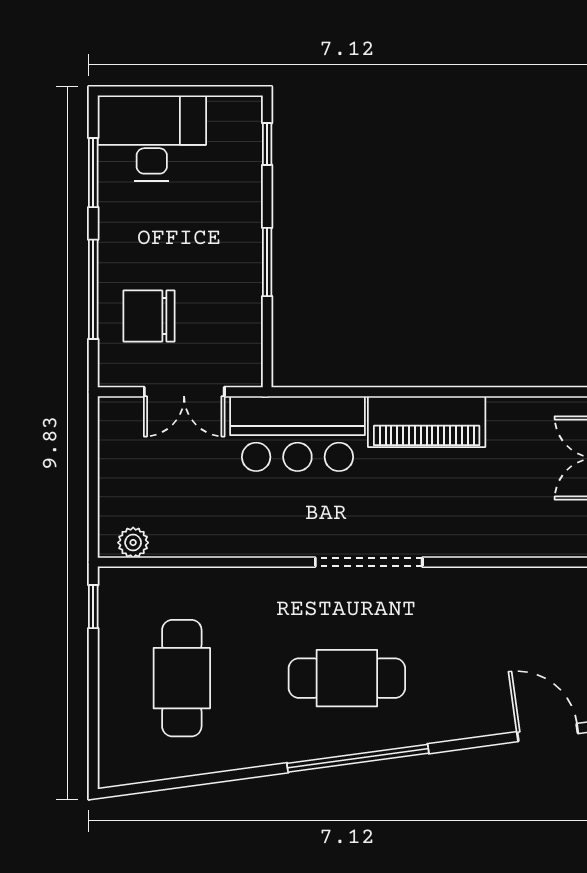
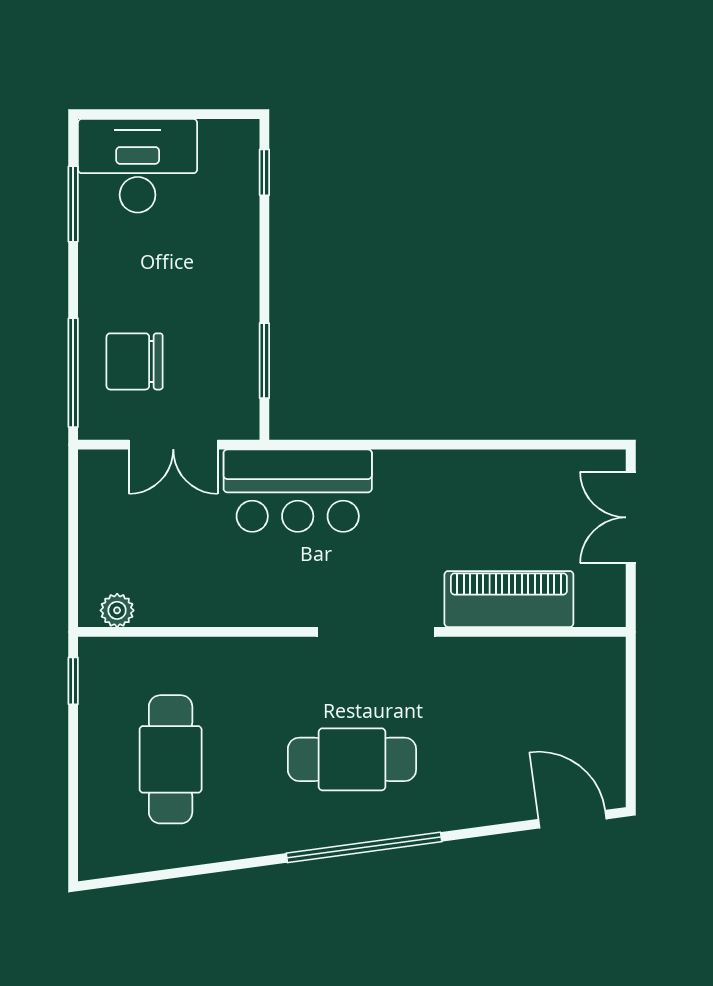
window: (267, 262) -> (264, 361), moved
window: (93, 289) -> (73, 373), moved
piano: (427, 422) -> (509, 599), moved, turned 180

